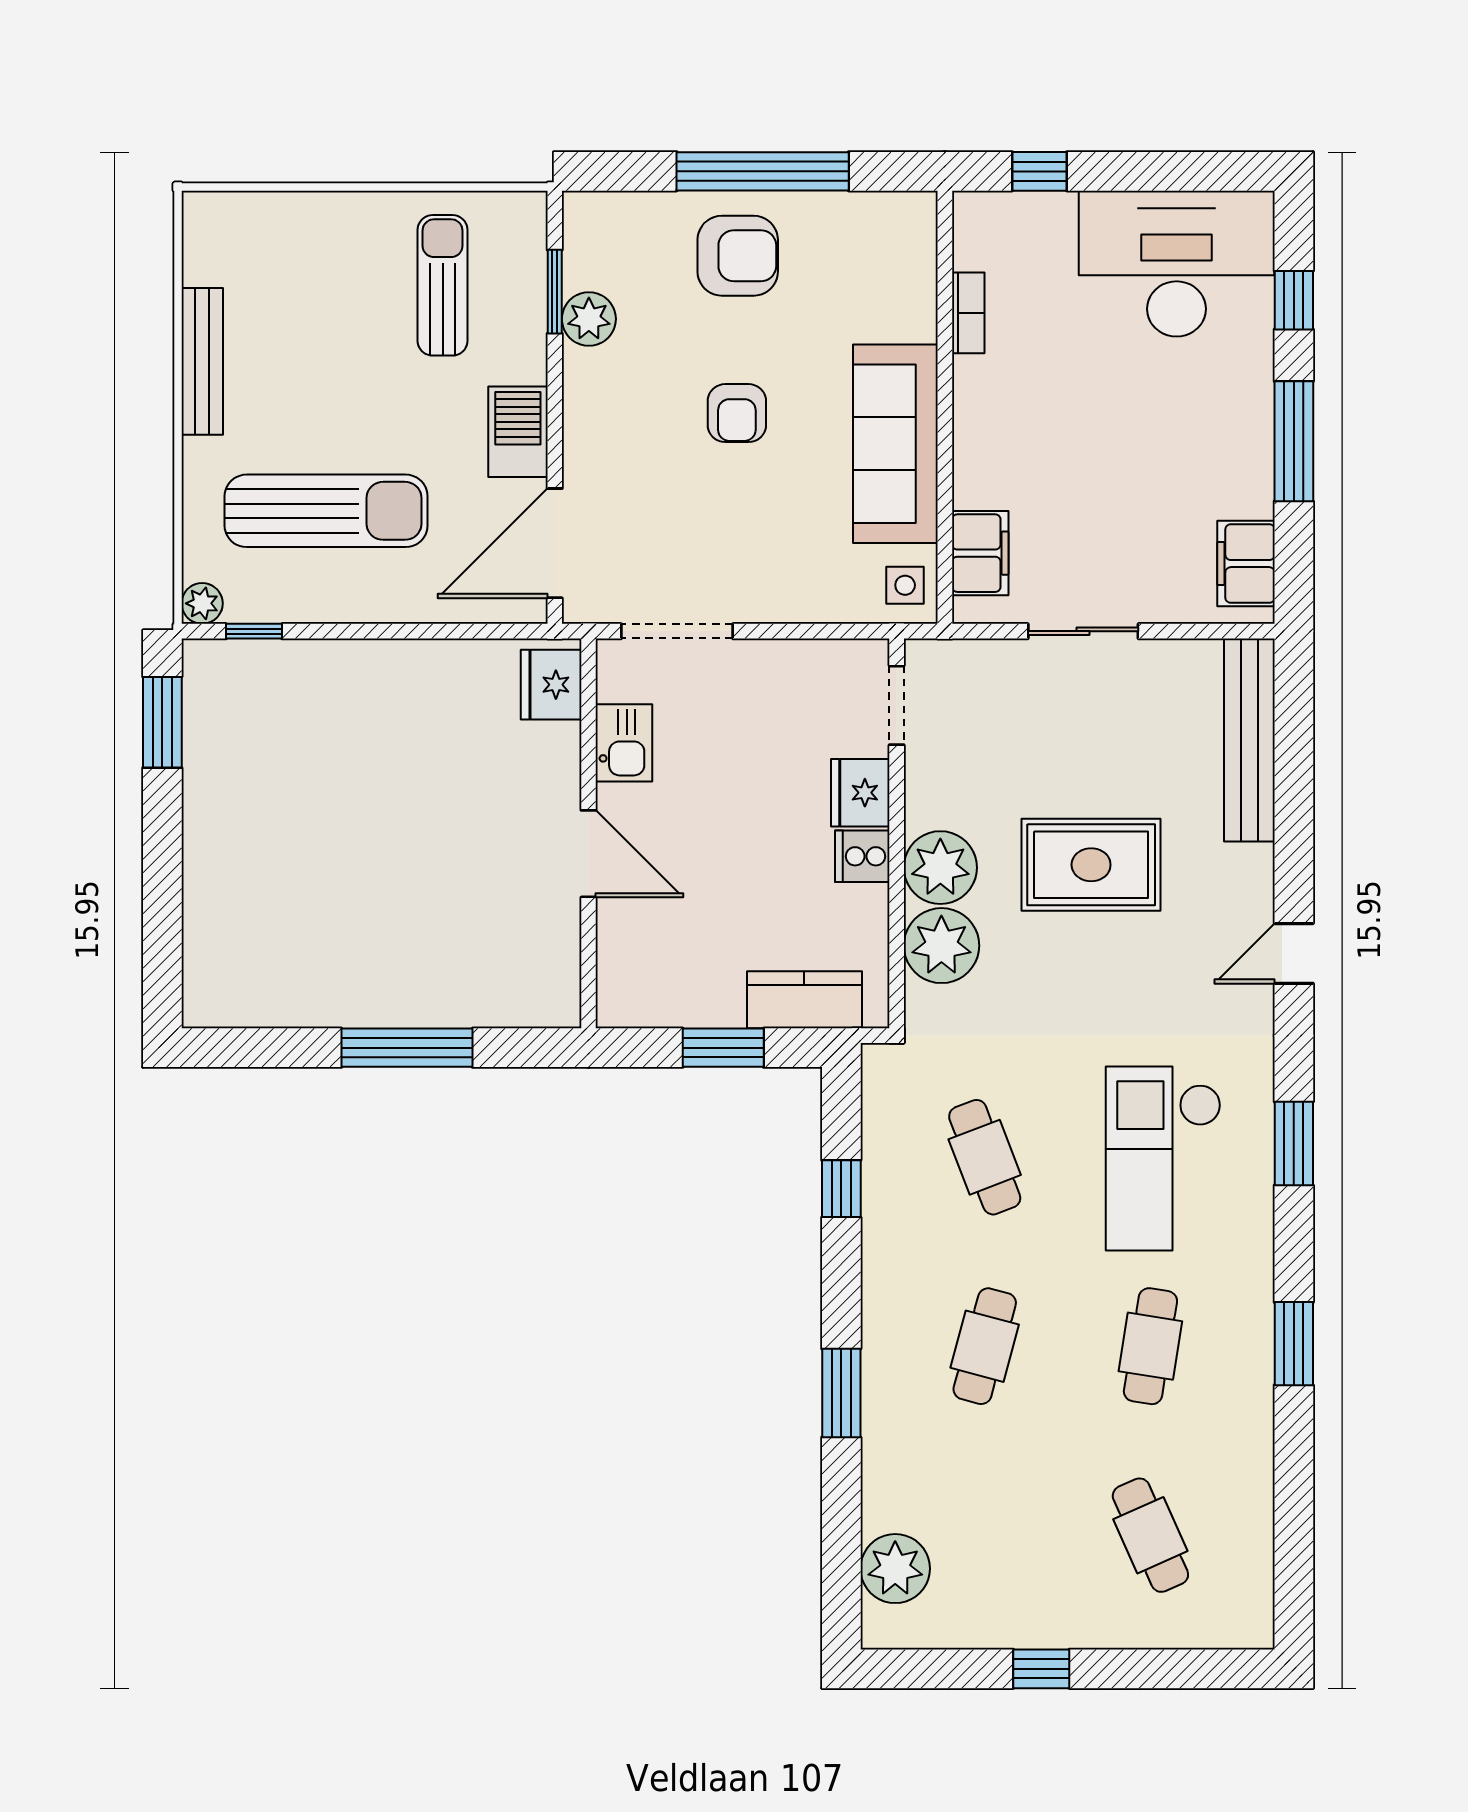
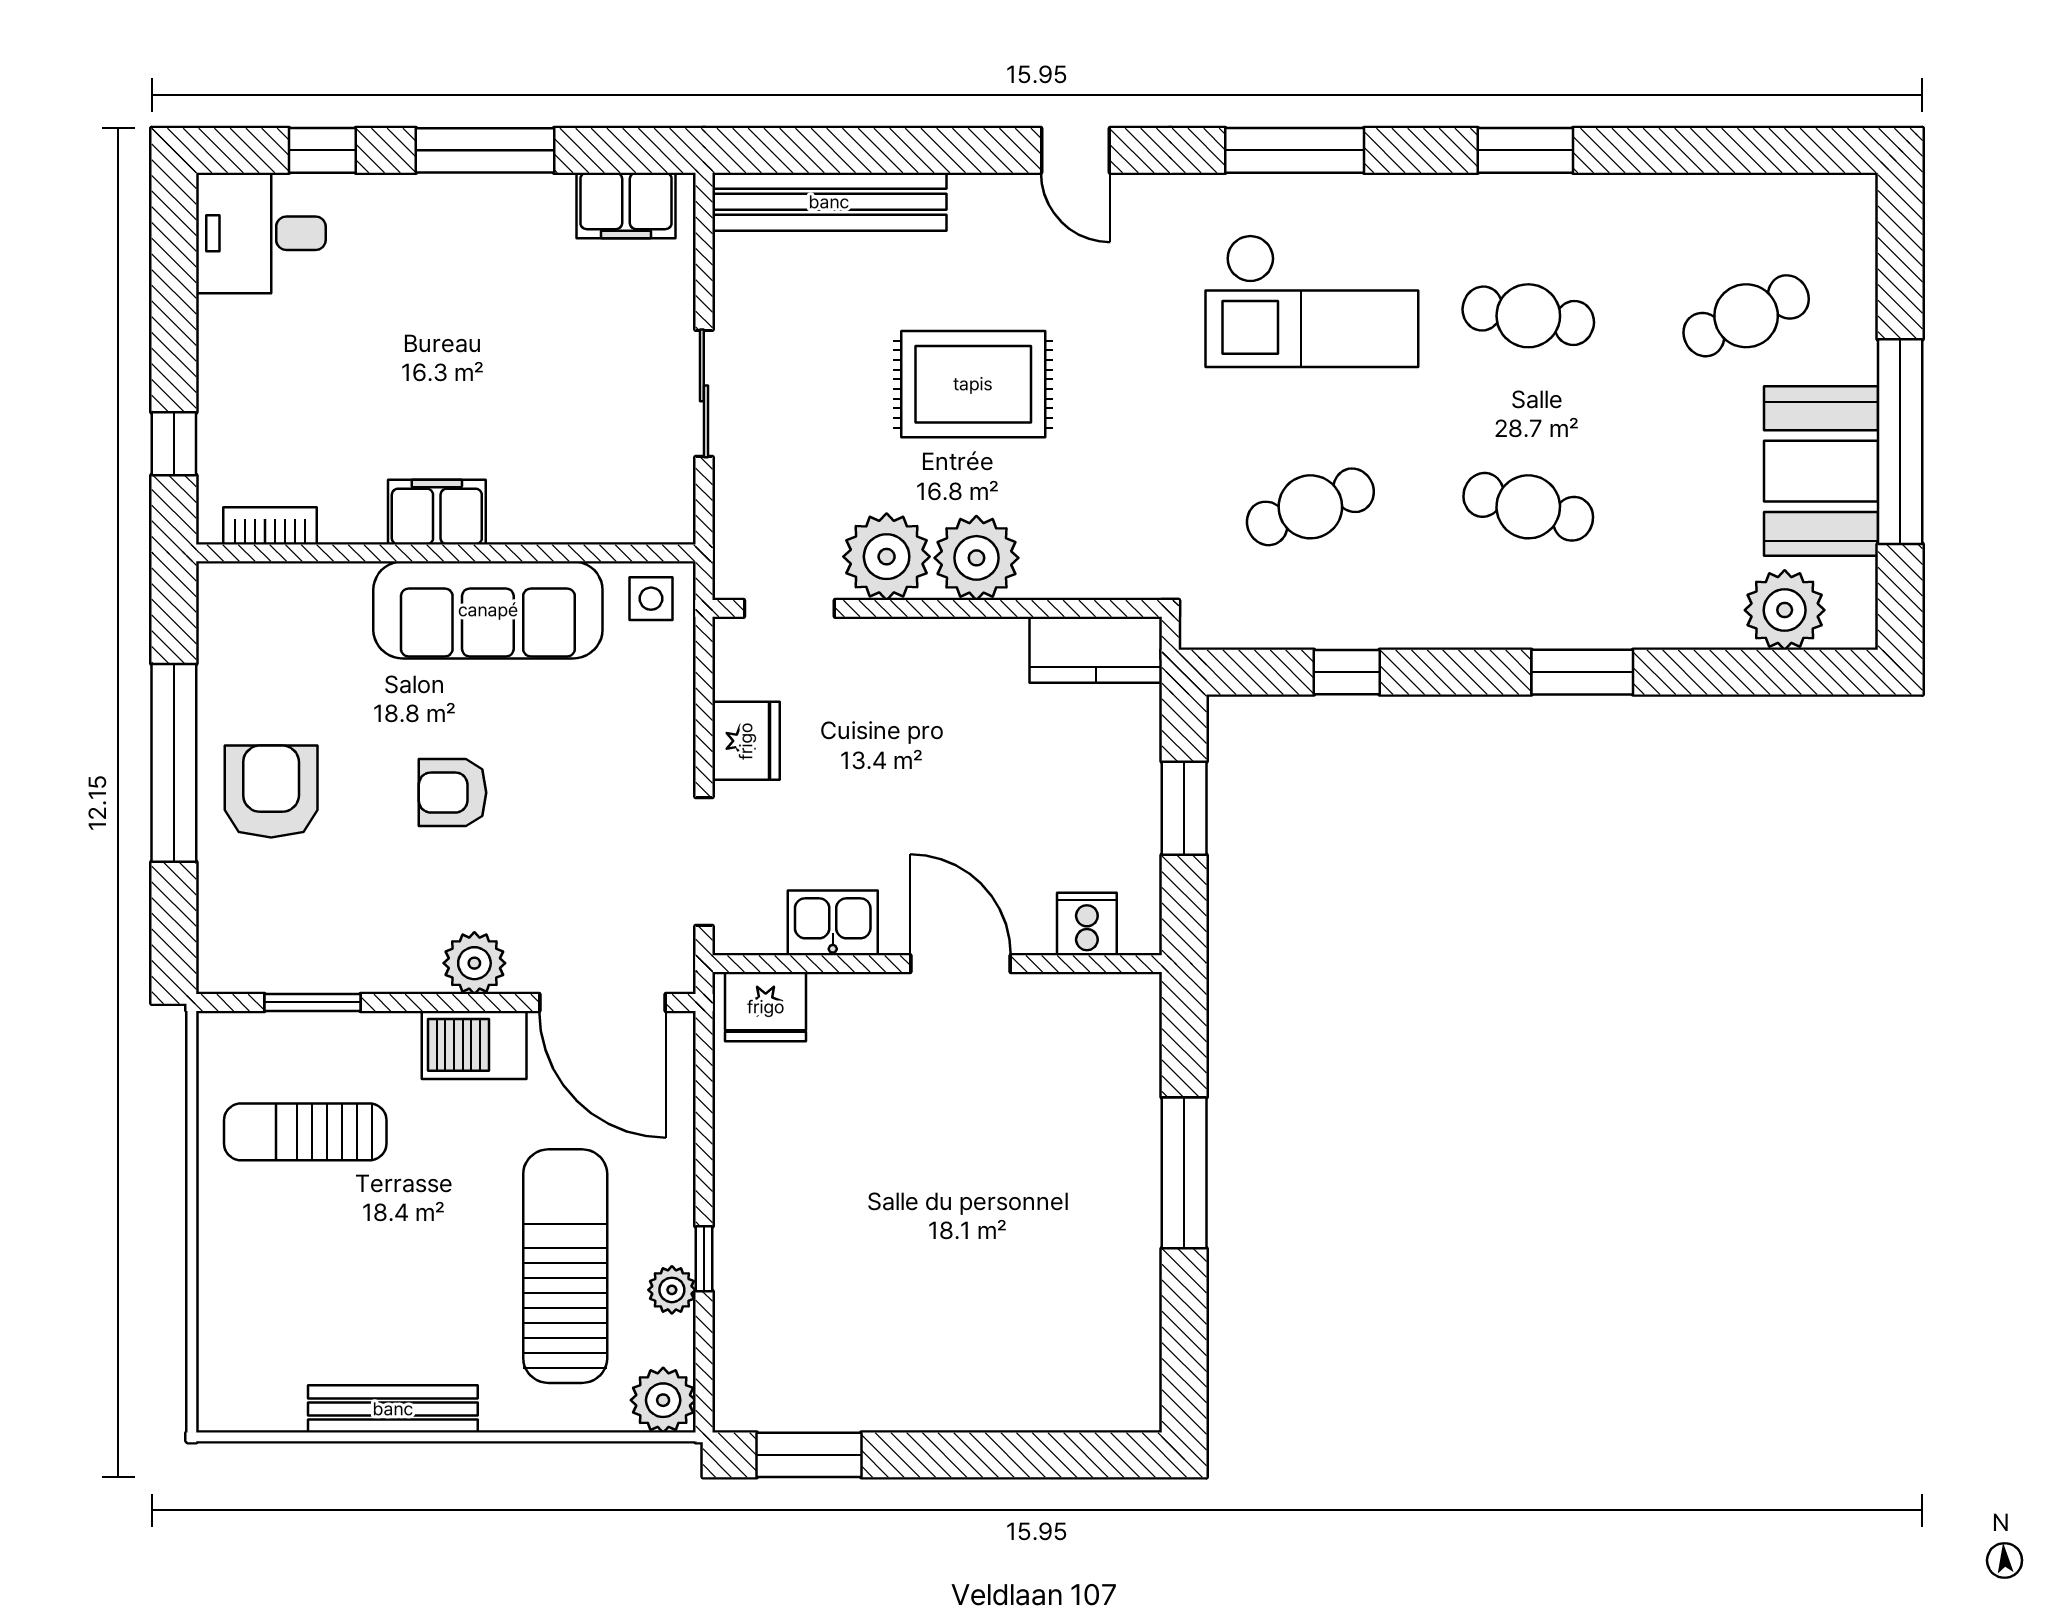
desk: (1177, 264) -> (261, 233), width x0.53, depth x0.77
bookcase: (968, 313) -> (270, 526), moved
plant: (589, 319) -> (474, 963), moved
armchair: (737, 413) -> (453, 793), turned 180
filing cabinet: (980, 553) -> (437, 512), moved
plant: (202, 603) -> (663, 1400), width x1.38, depth x1.38
plant: (305, 603) -> (672, 1290), added
window: (254, 631) -> (704, 1259), moved
fridge: (860, 793) -> (746, 741), moved, turned -90
door: (588, 854) -> (960, 964), hinge flipped
cooker: (862, 856) -> (1087, 924), moved, turned 180
rug: (1091, 865) -> (973, 384), turned 90
plant: (941, 946) -> (887, 557), moved
kitchen counter: (804, 1000) -> (1096, 650), moved, turned -90
window: (1294, 1144) -> (1295, 150), width x1.44
booth: (1016, 1600) -> (1821, 471), added
window: (1041, 1669) -> (1900, 442), width x3.17

